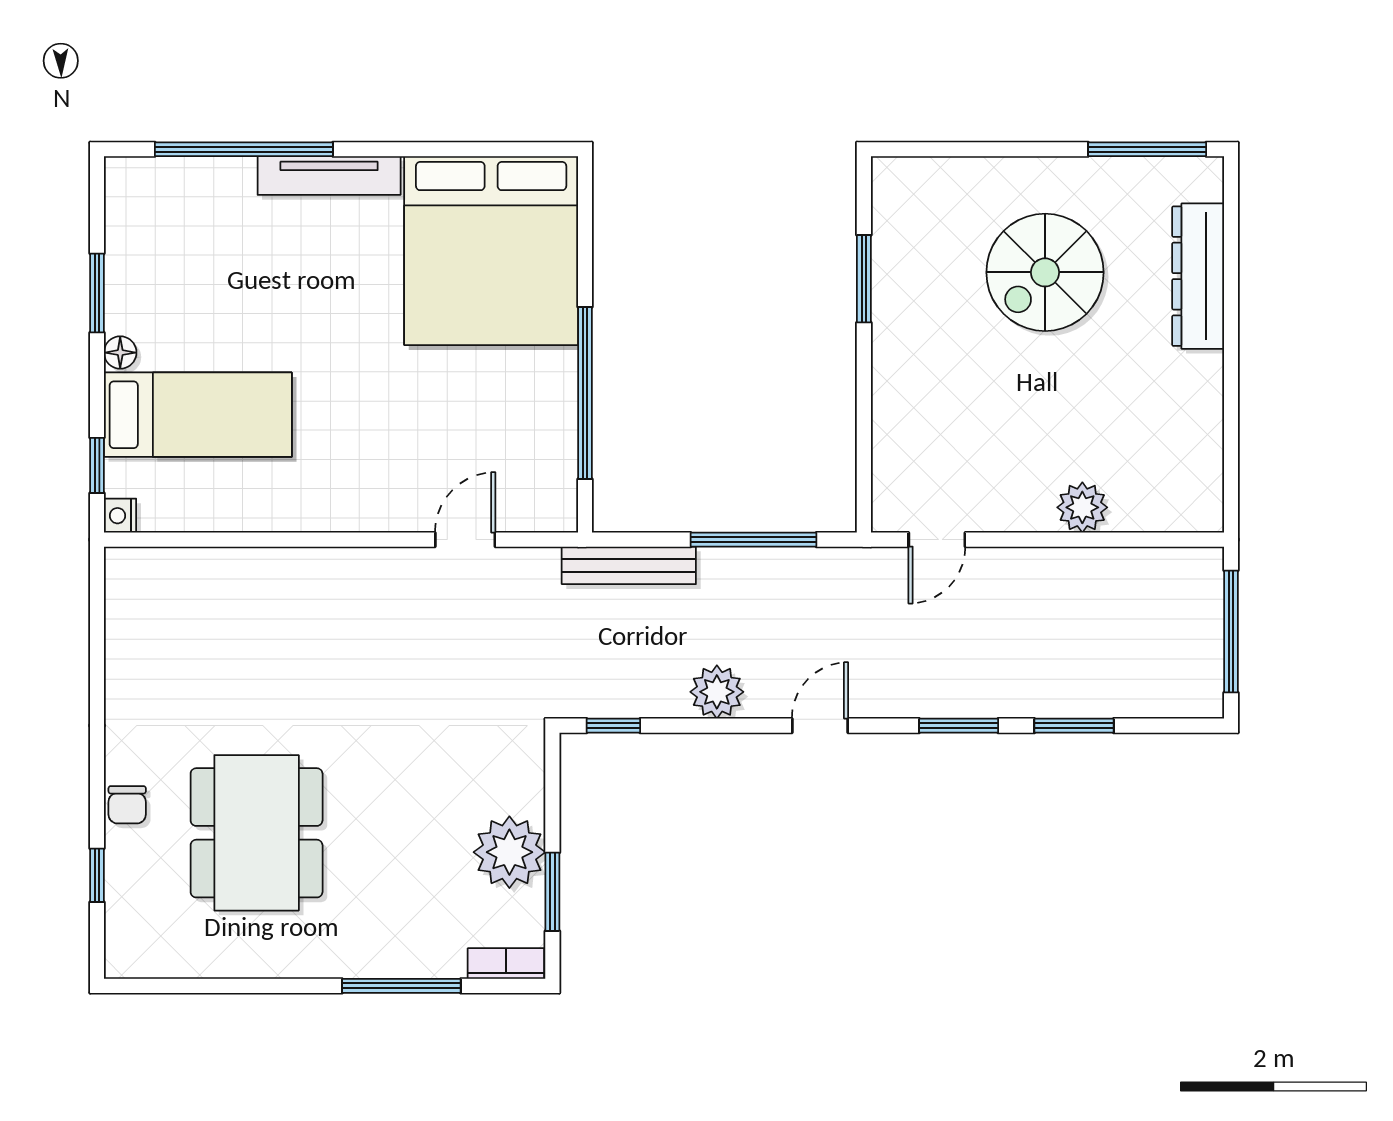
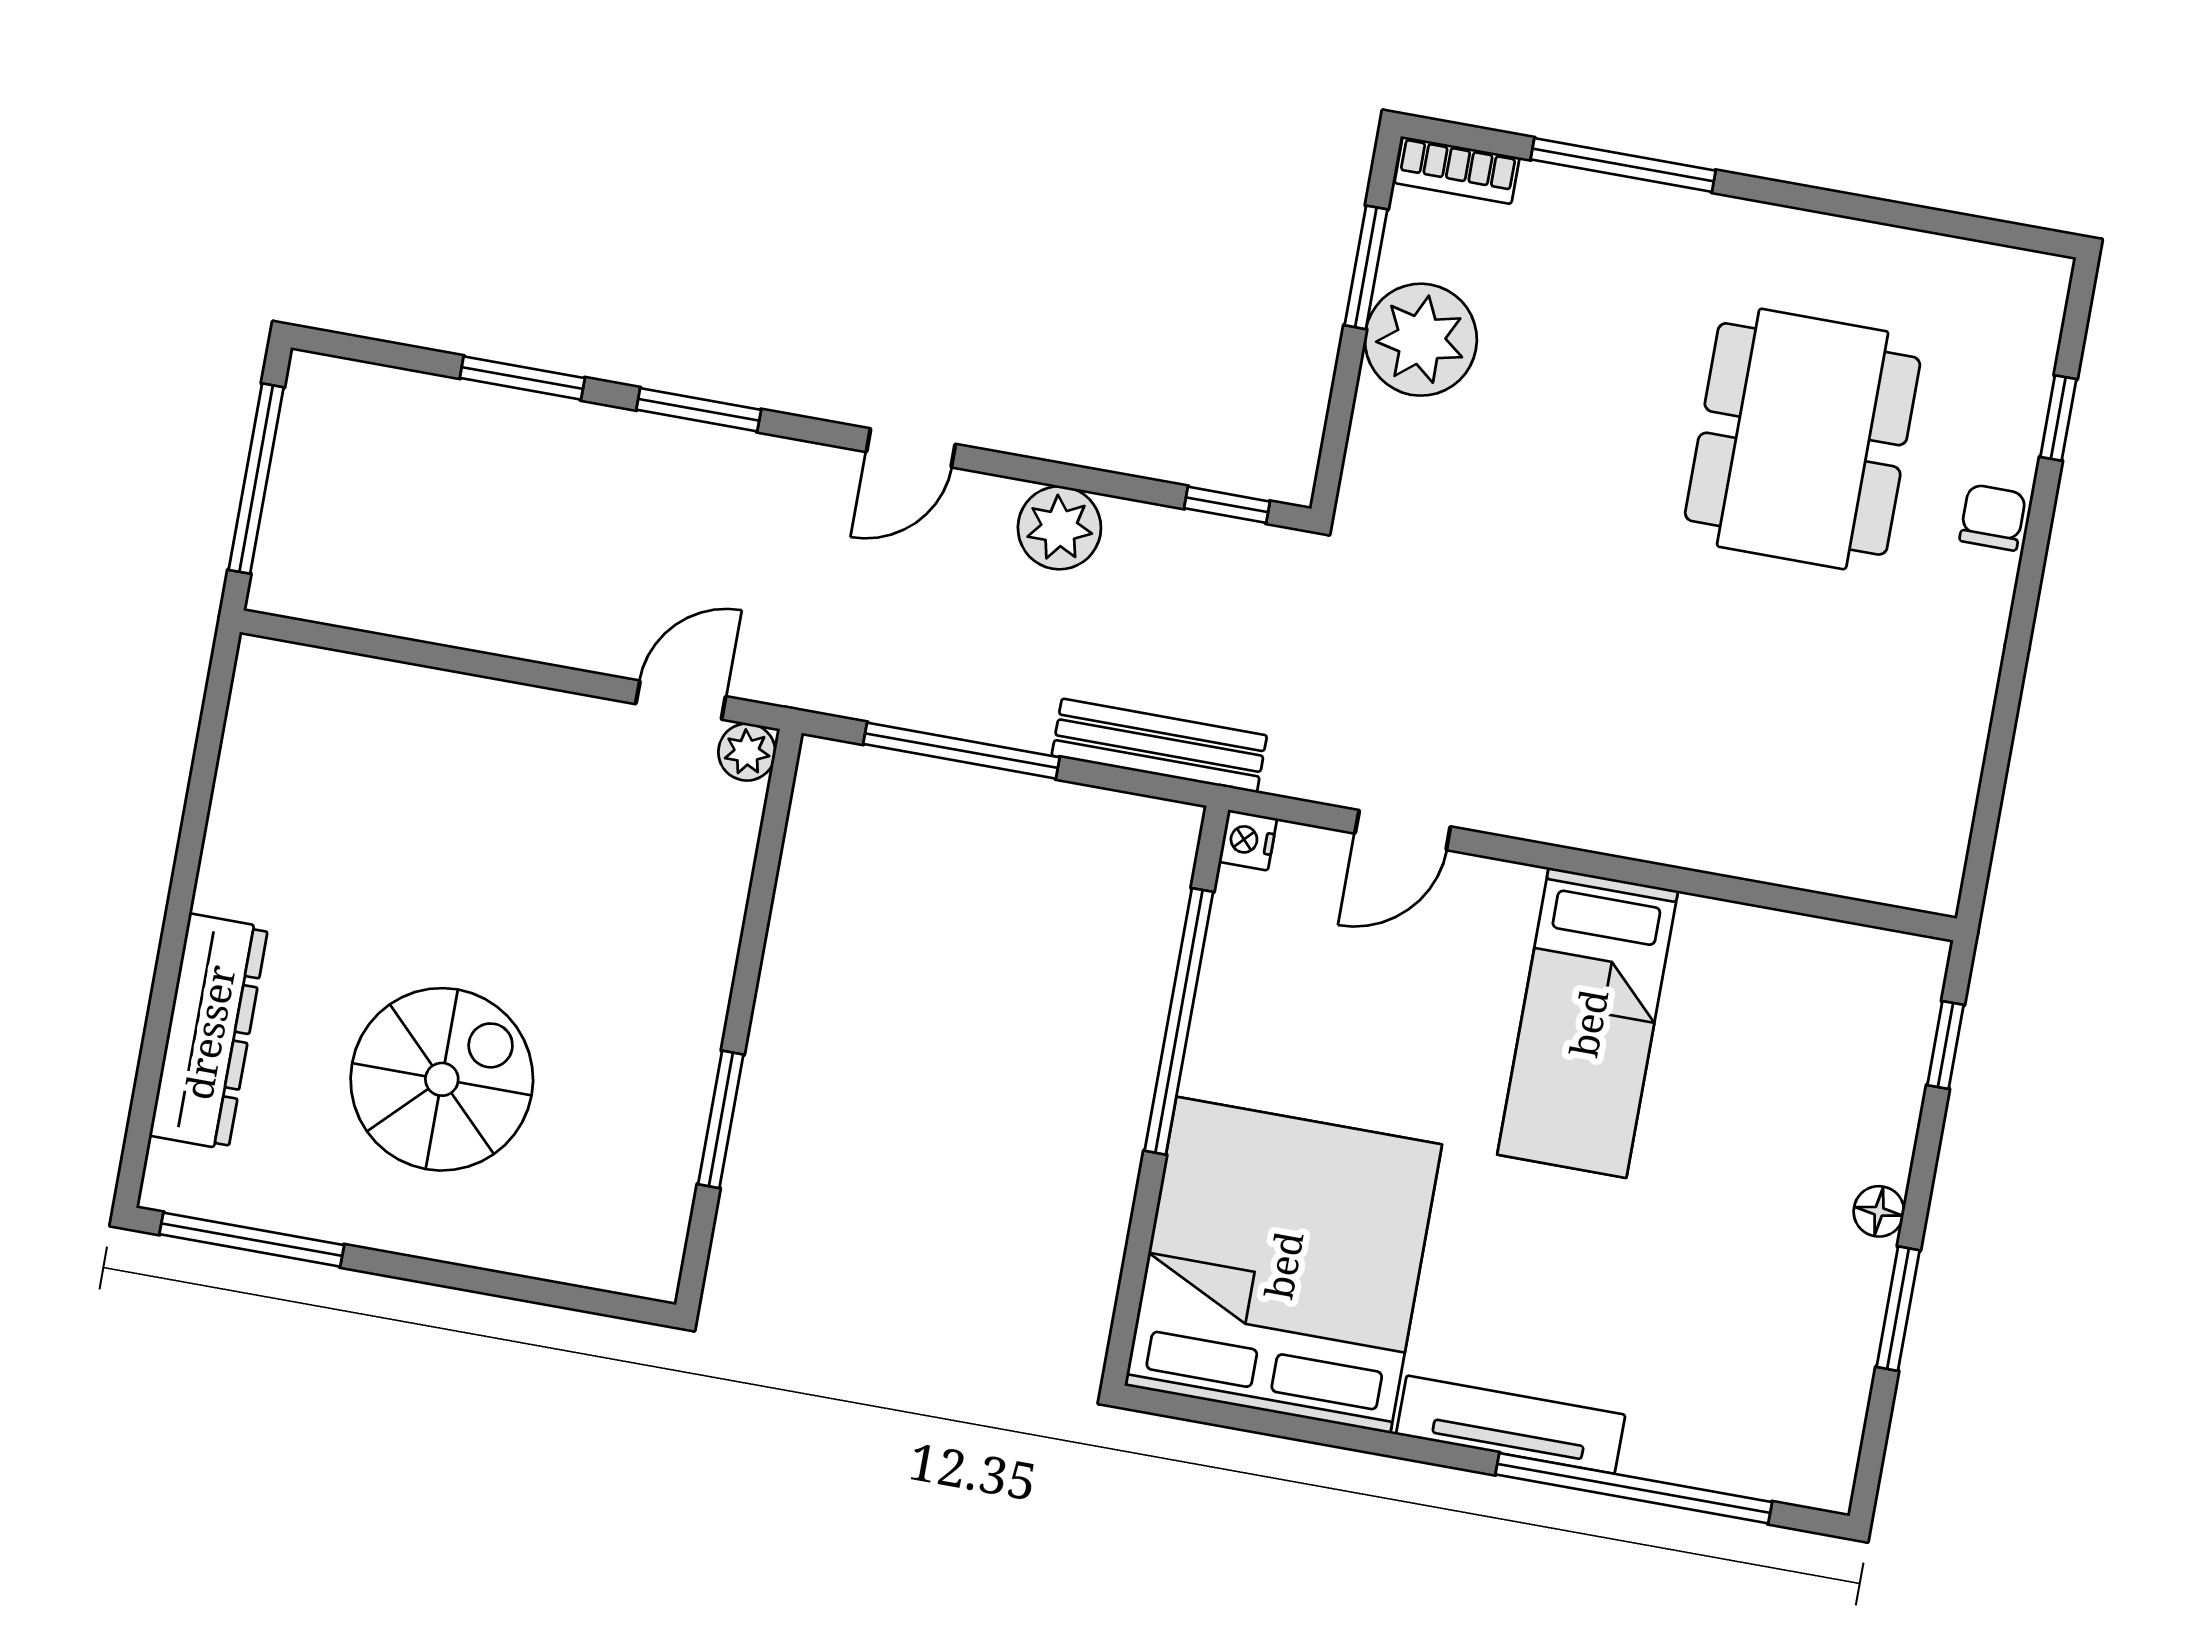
bed: (198, 415) -> (1588, 1023), moved, turned -90
plant: (1082, 507) -> (747, 752), moved, width x0.73, depth x0.73
nightstand: (120, 516) -> (1248, 840), moved, turned 180

